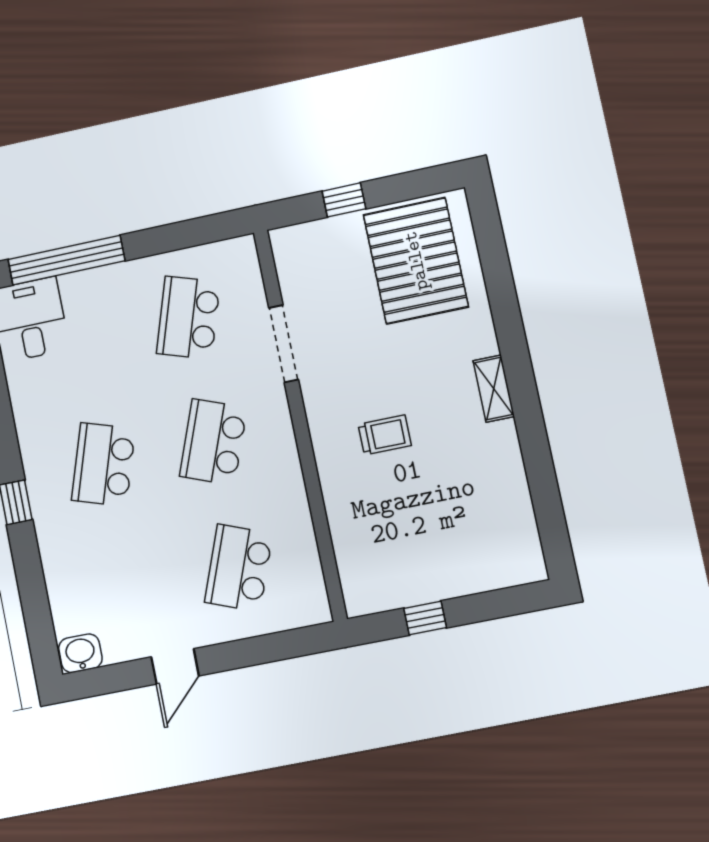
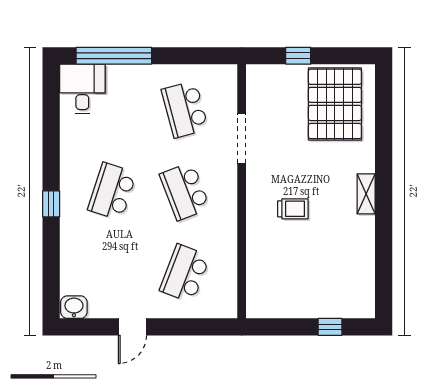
school desk: (188, 318) -> (185, 109), turned -33
school desk: (213, 442) -> (185, 191), turned -42
window: (425, 618) -> (330, 327), moved

